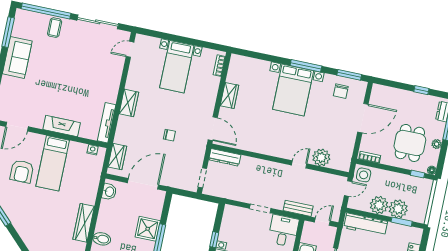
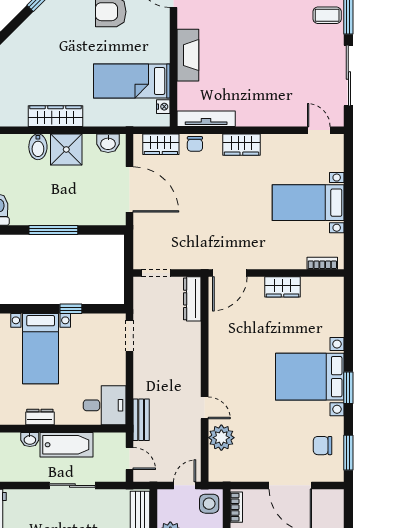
window: (306, 66) -> (348, 388), width x0.69
chair: (169, 135) -> (195, 144), moved
bed: (53, 163) -> (132, 81), moved
door: (348, 189) -> (185, 485), swing flipped
doorway: (260, 208) -> (130, 336), moved
shower: (148, 229) -> (66, 149), moved

